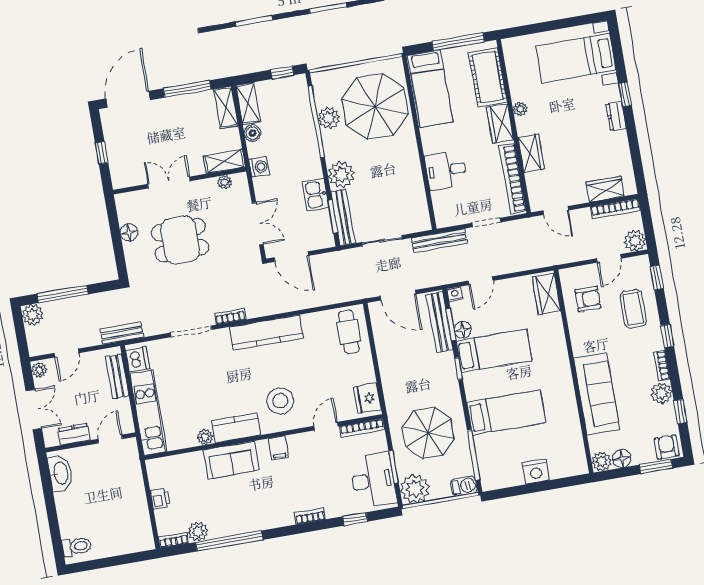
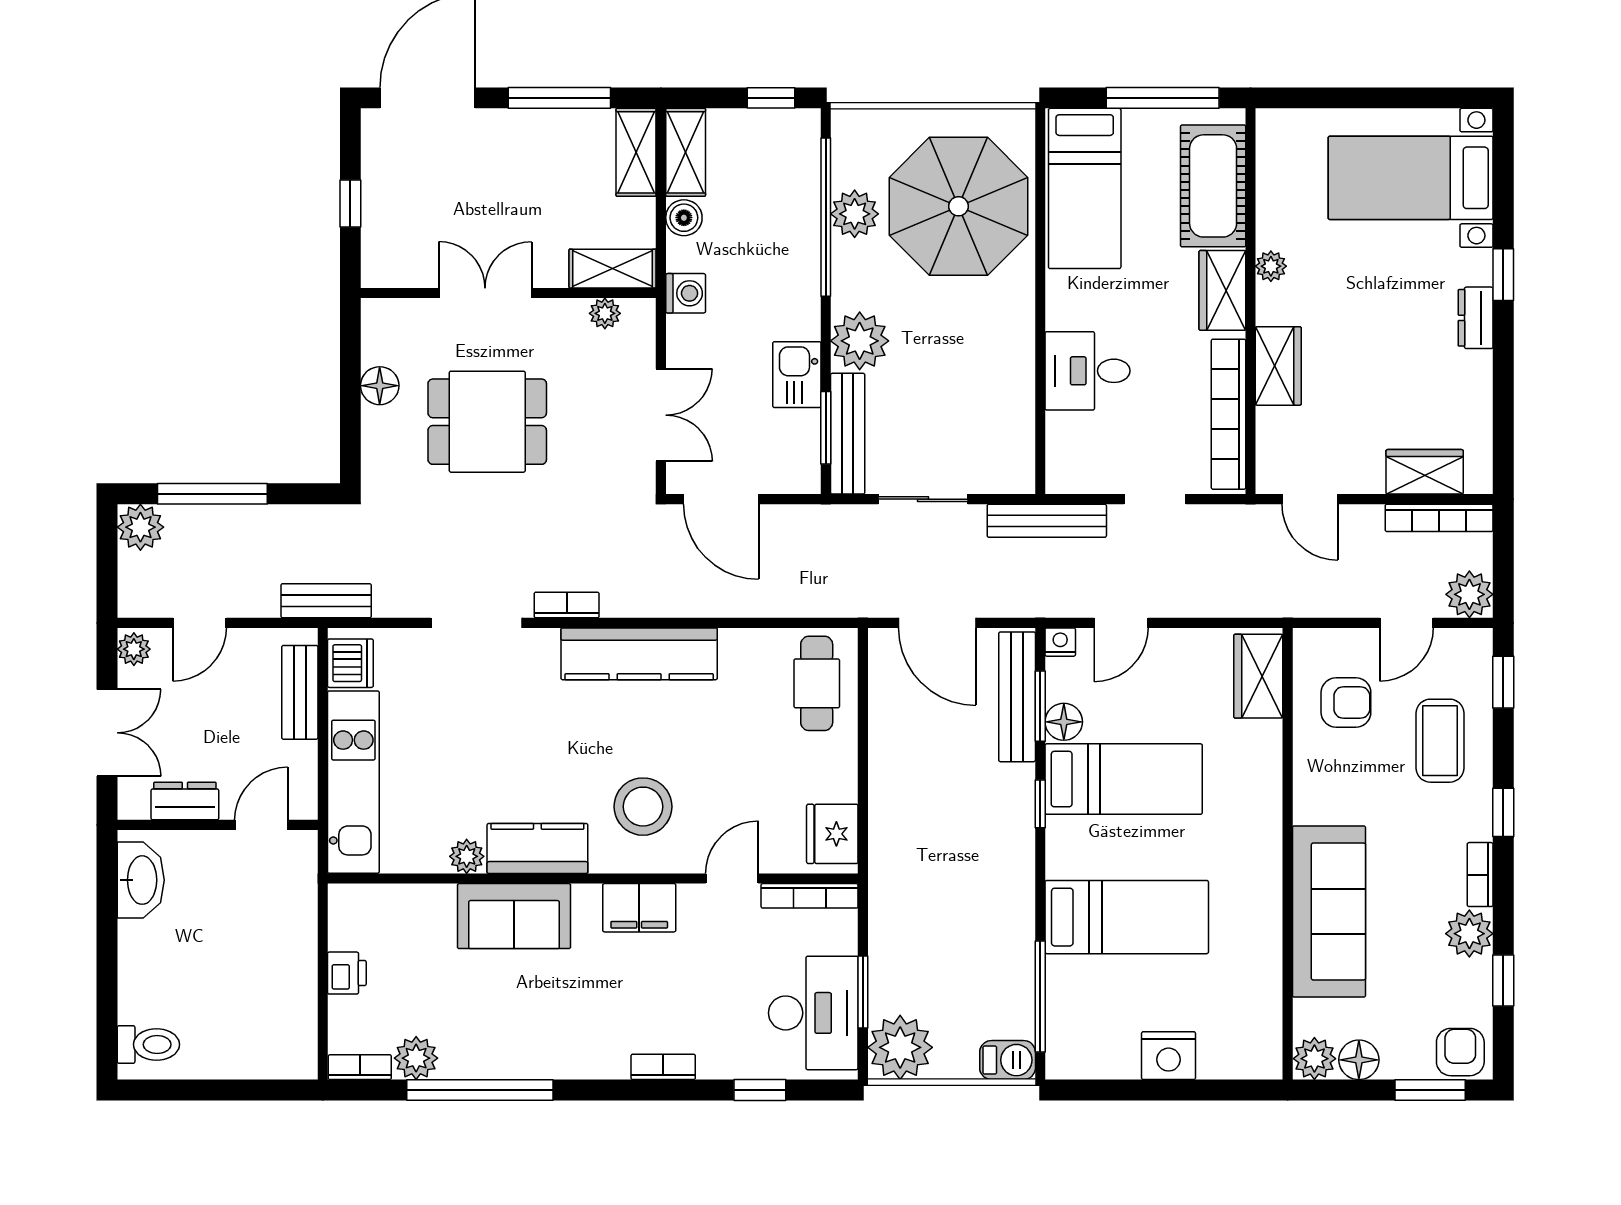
parasol: (428, 433) -> (950, 932), removed
filing cabinet: (278, 448) -> (639, 908), width x2.00

